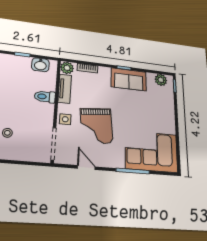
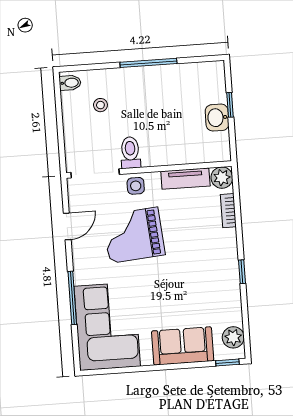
washbasin: (40, 65) -> (217, 118), moved
sofa: (129, 79) -> (183, 346), moved, turned 90
toilet: (45, 97) -> (130, 153), moved

